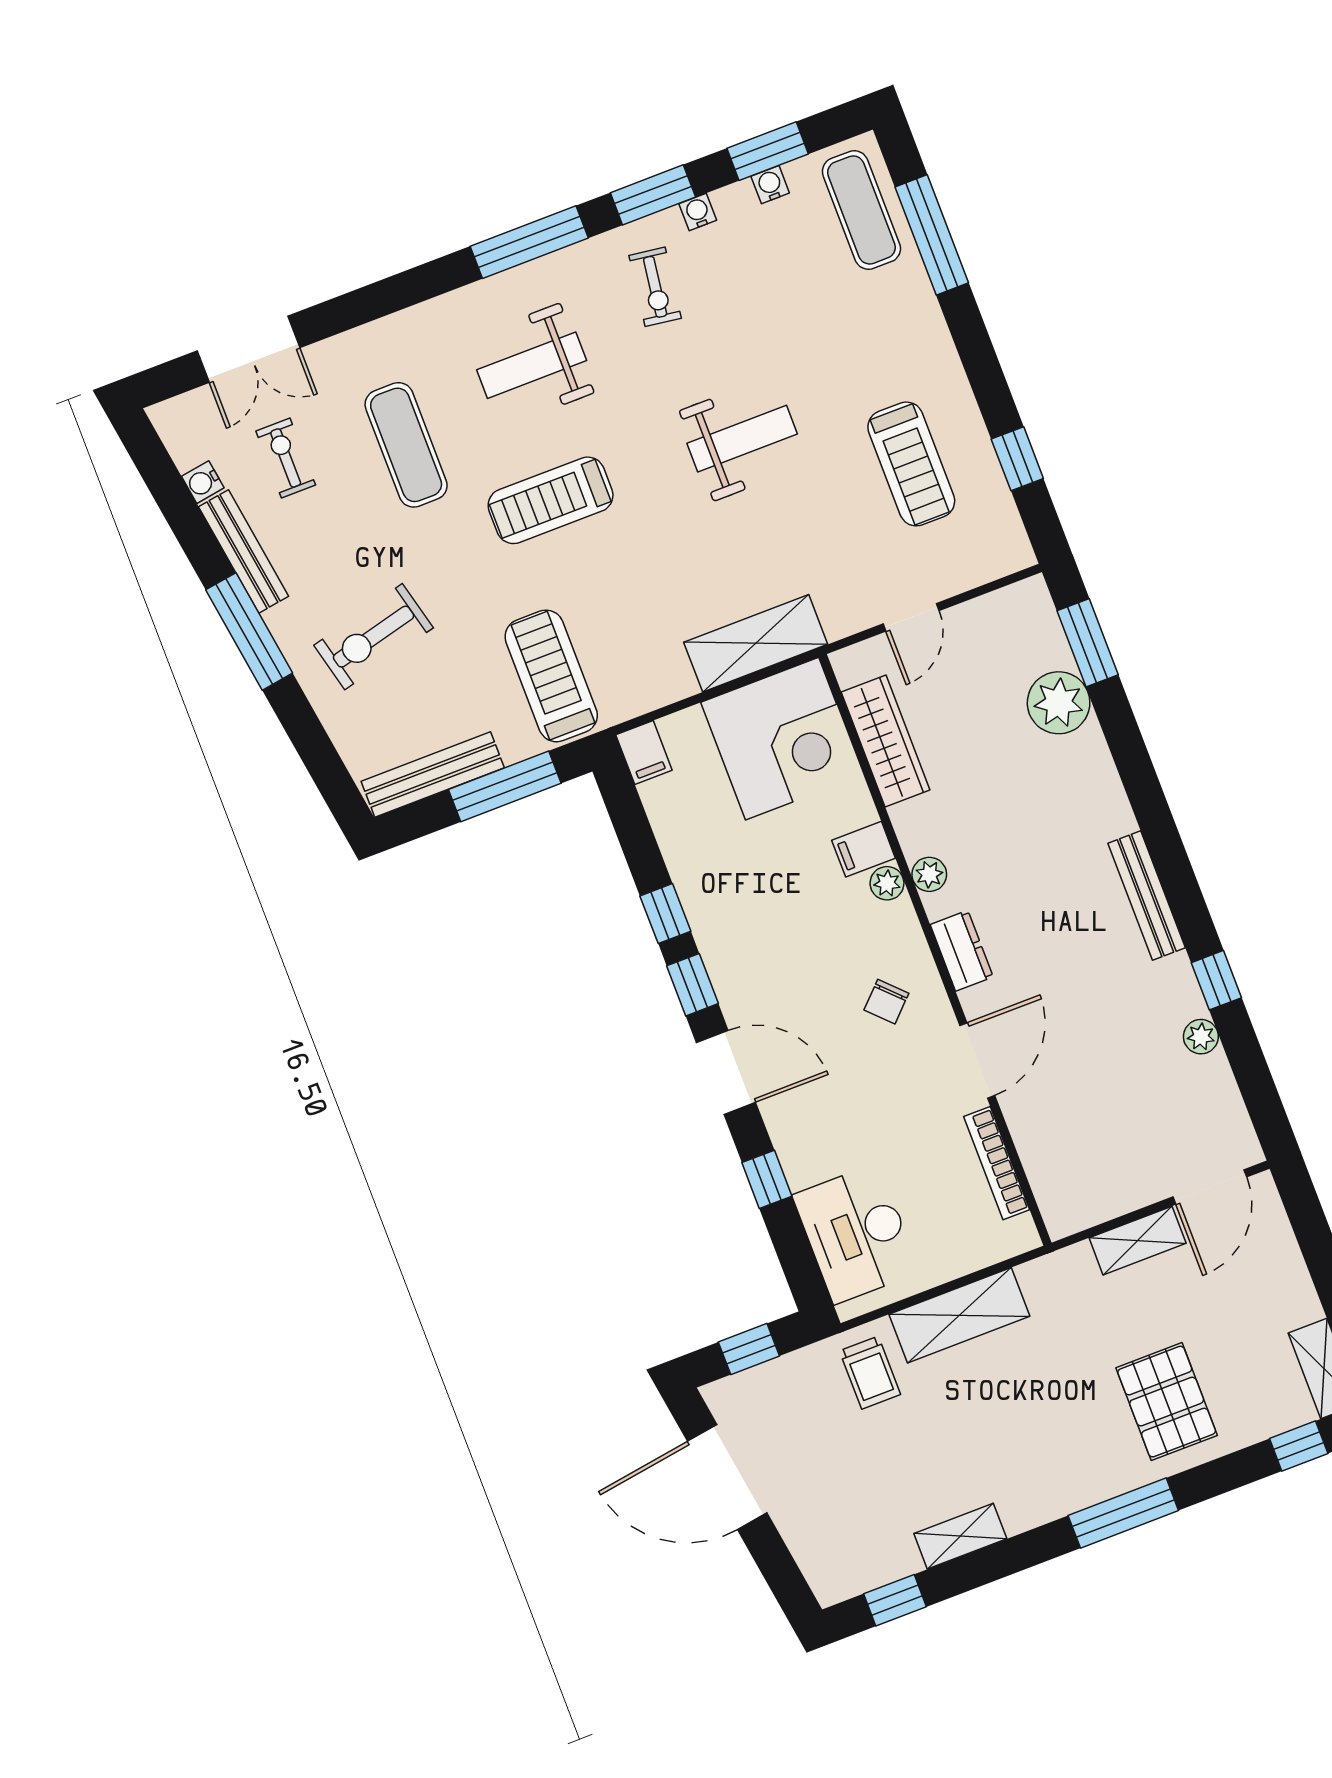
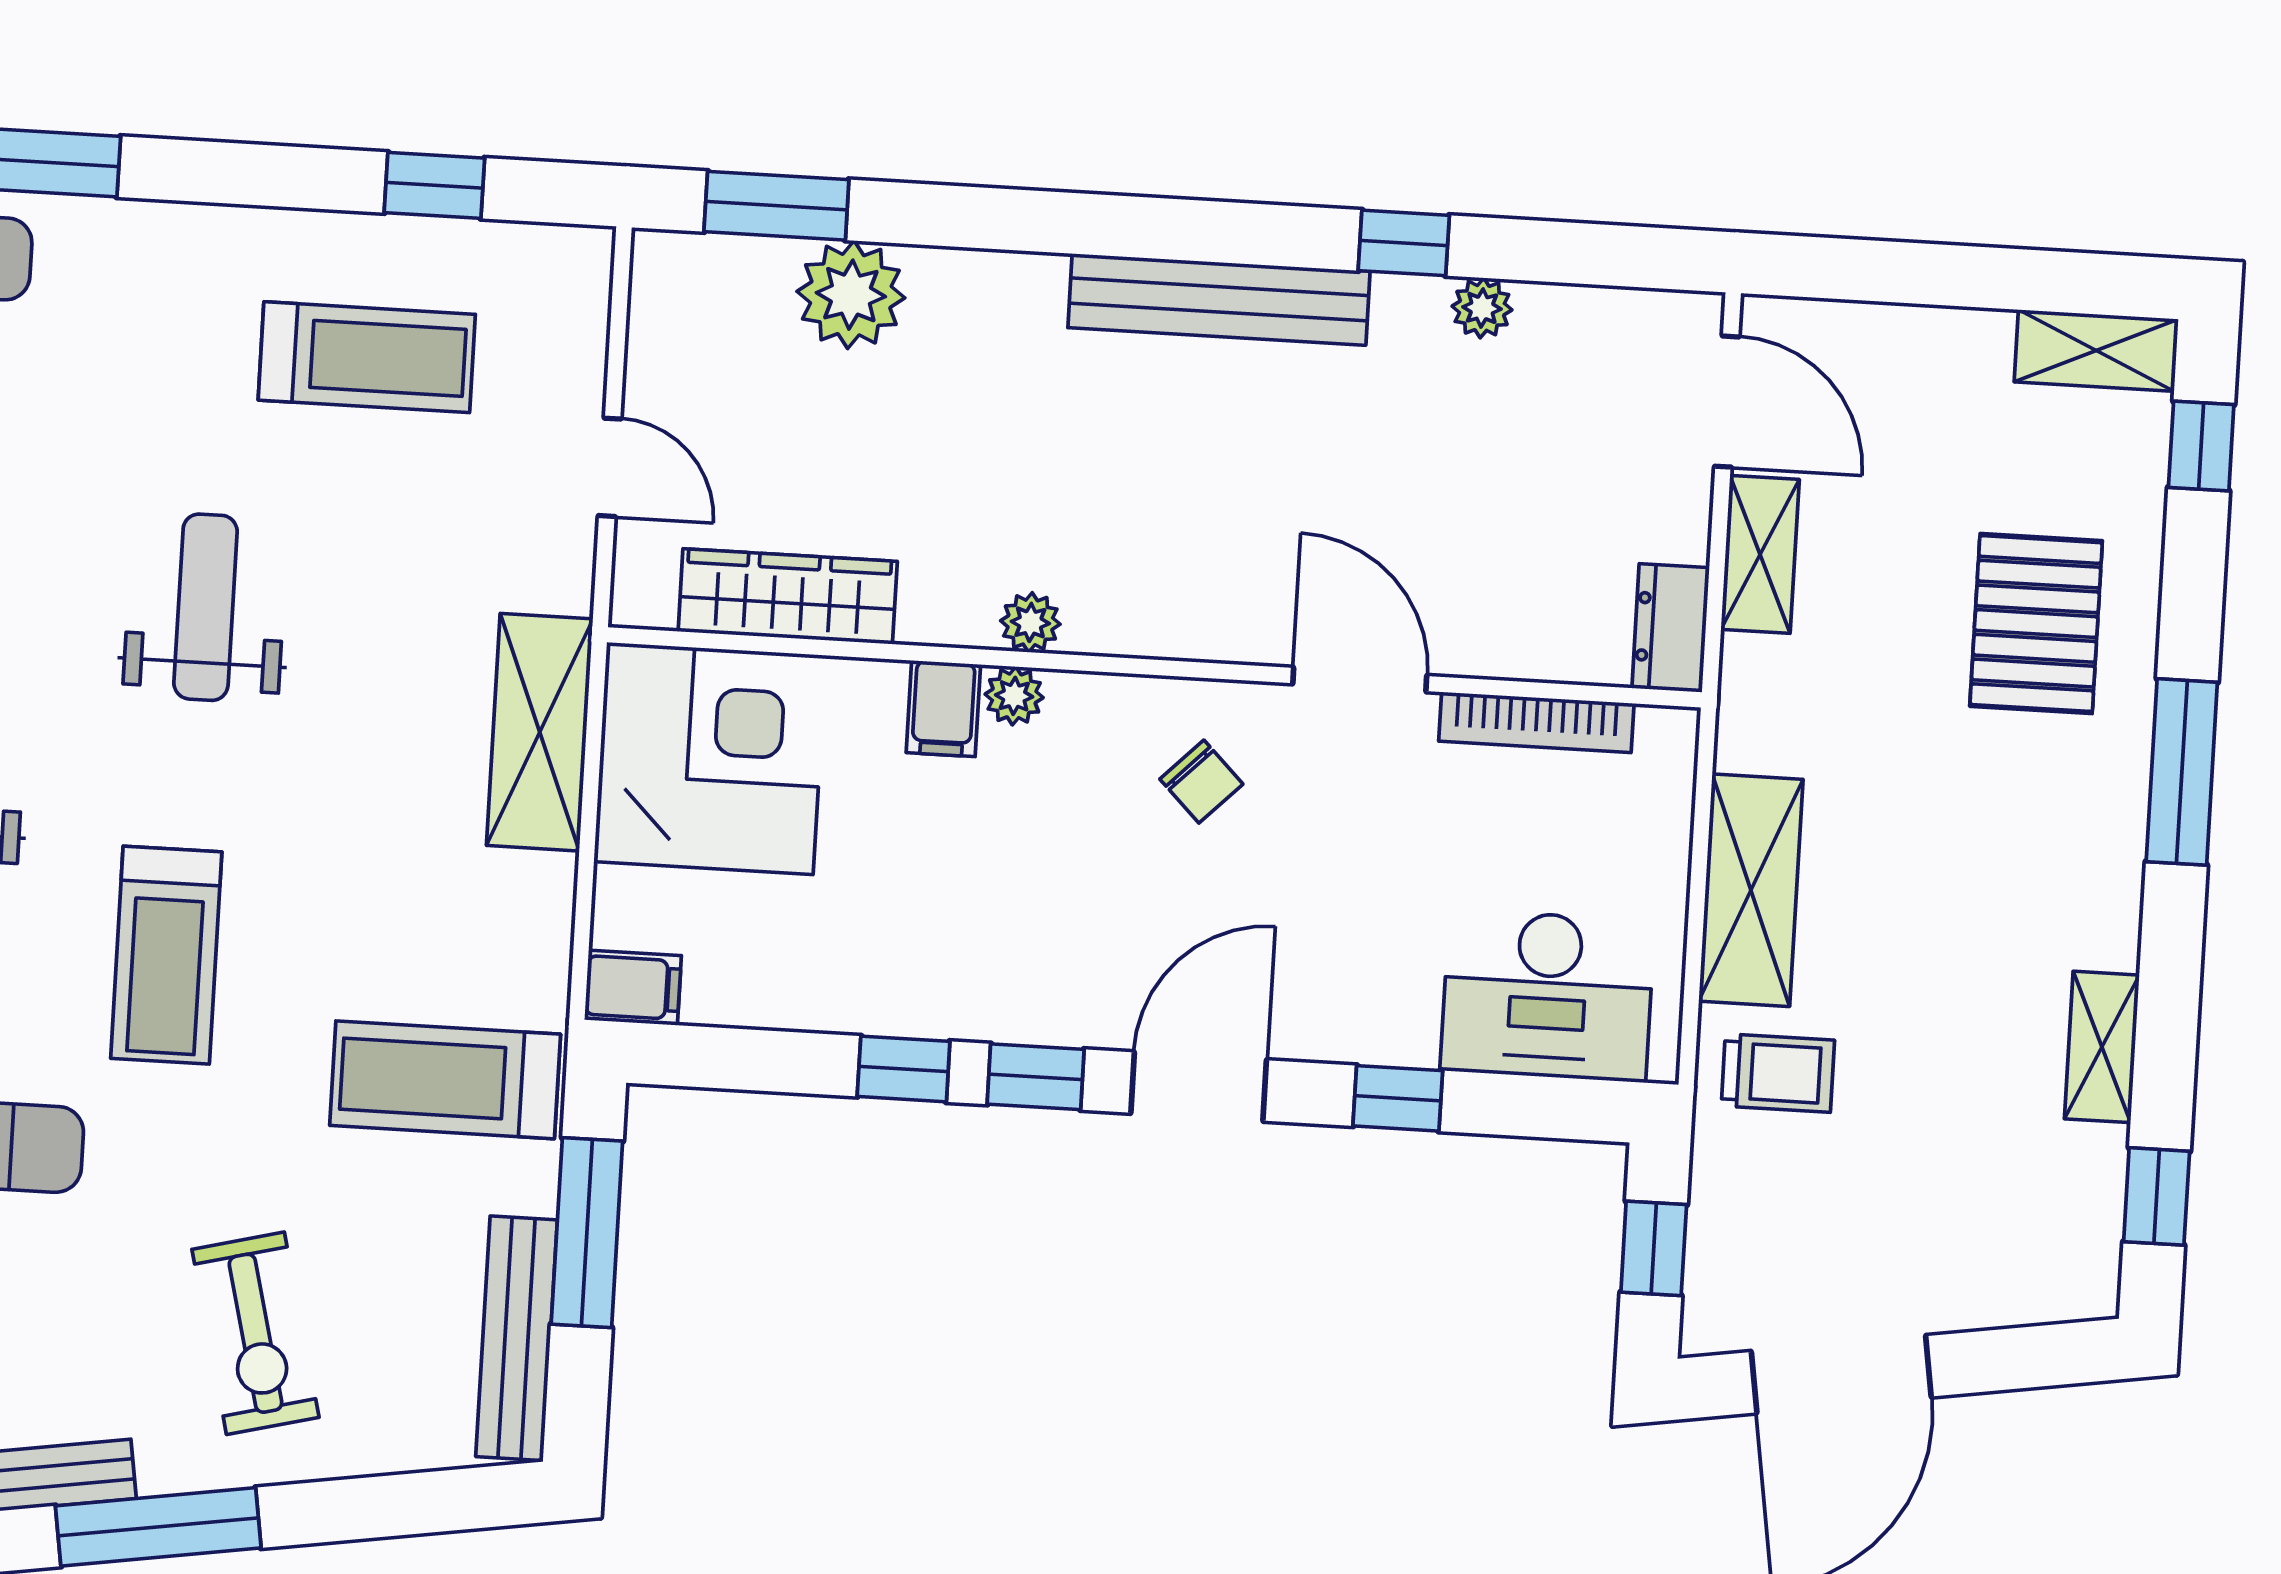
bench: (1147, 895) -> (1219, 299), width x1.37, depth x1.21
dresser: (962, 951) -> (1671, 628), moved, turned -90
pallet: (1167, 1402) -> (2036, 624), turned 90

